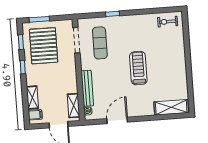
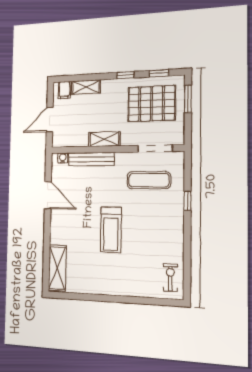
treadmill: (138, 68) -> (111, 230), turned 90
shelving: (74, 106) -> (104, 139), moved

